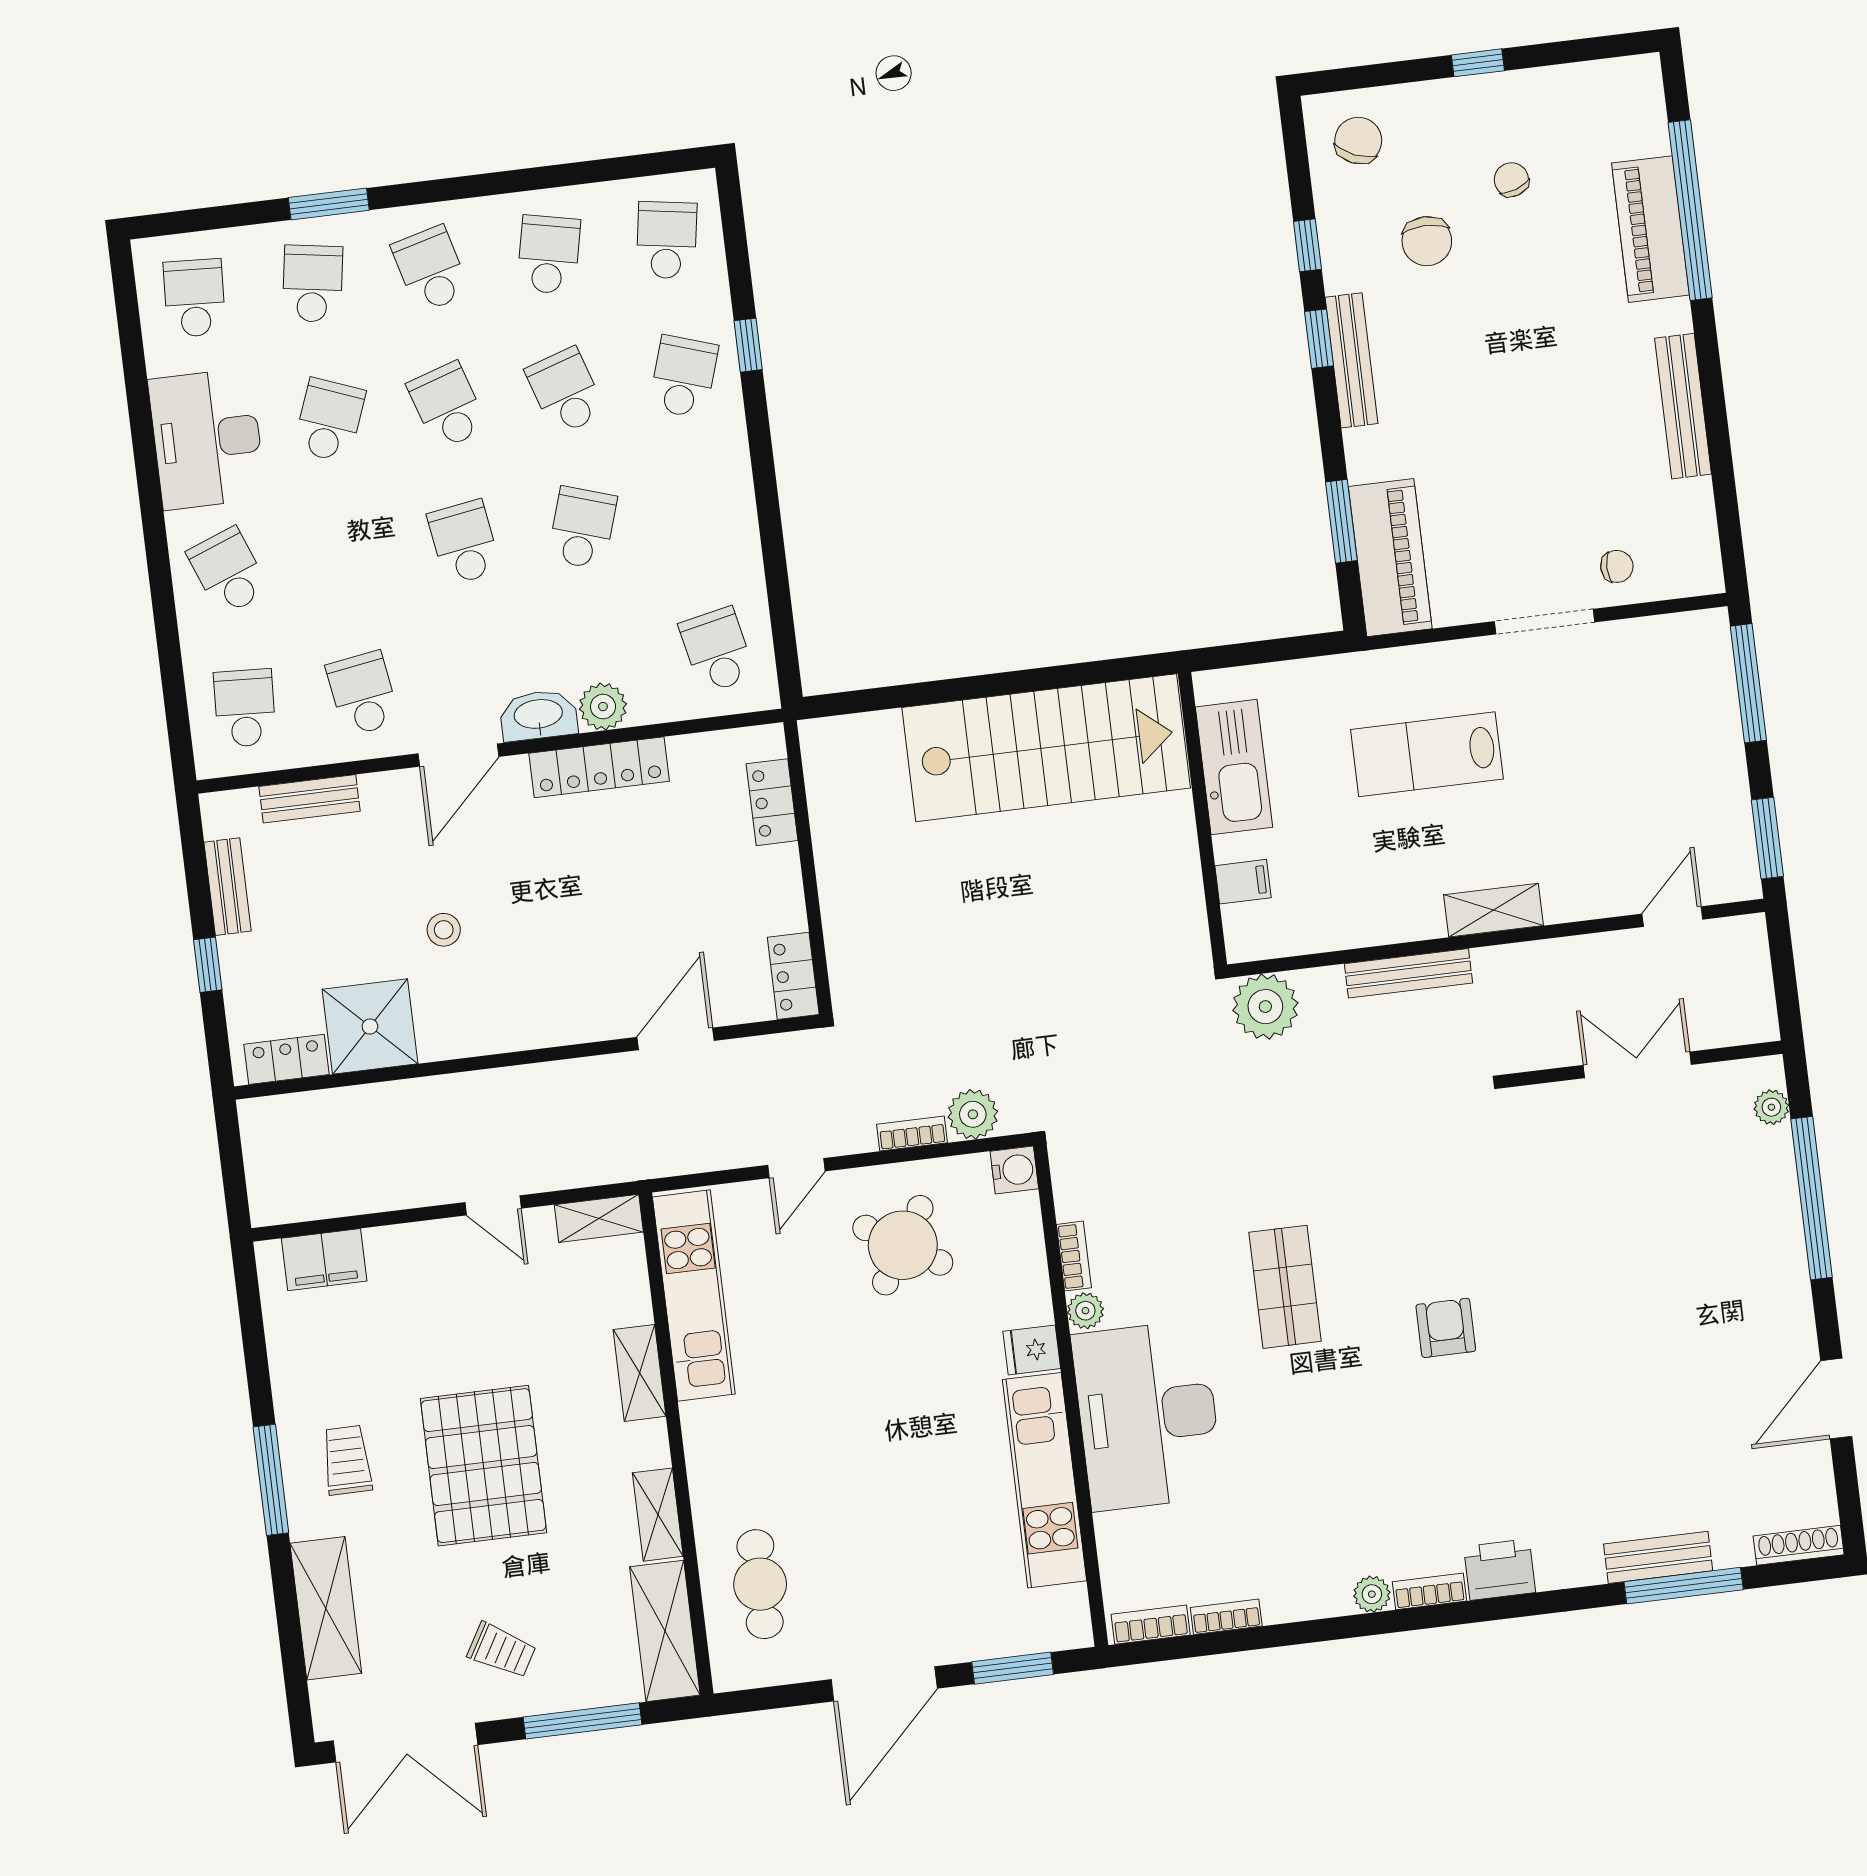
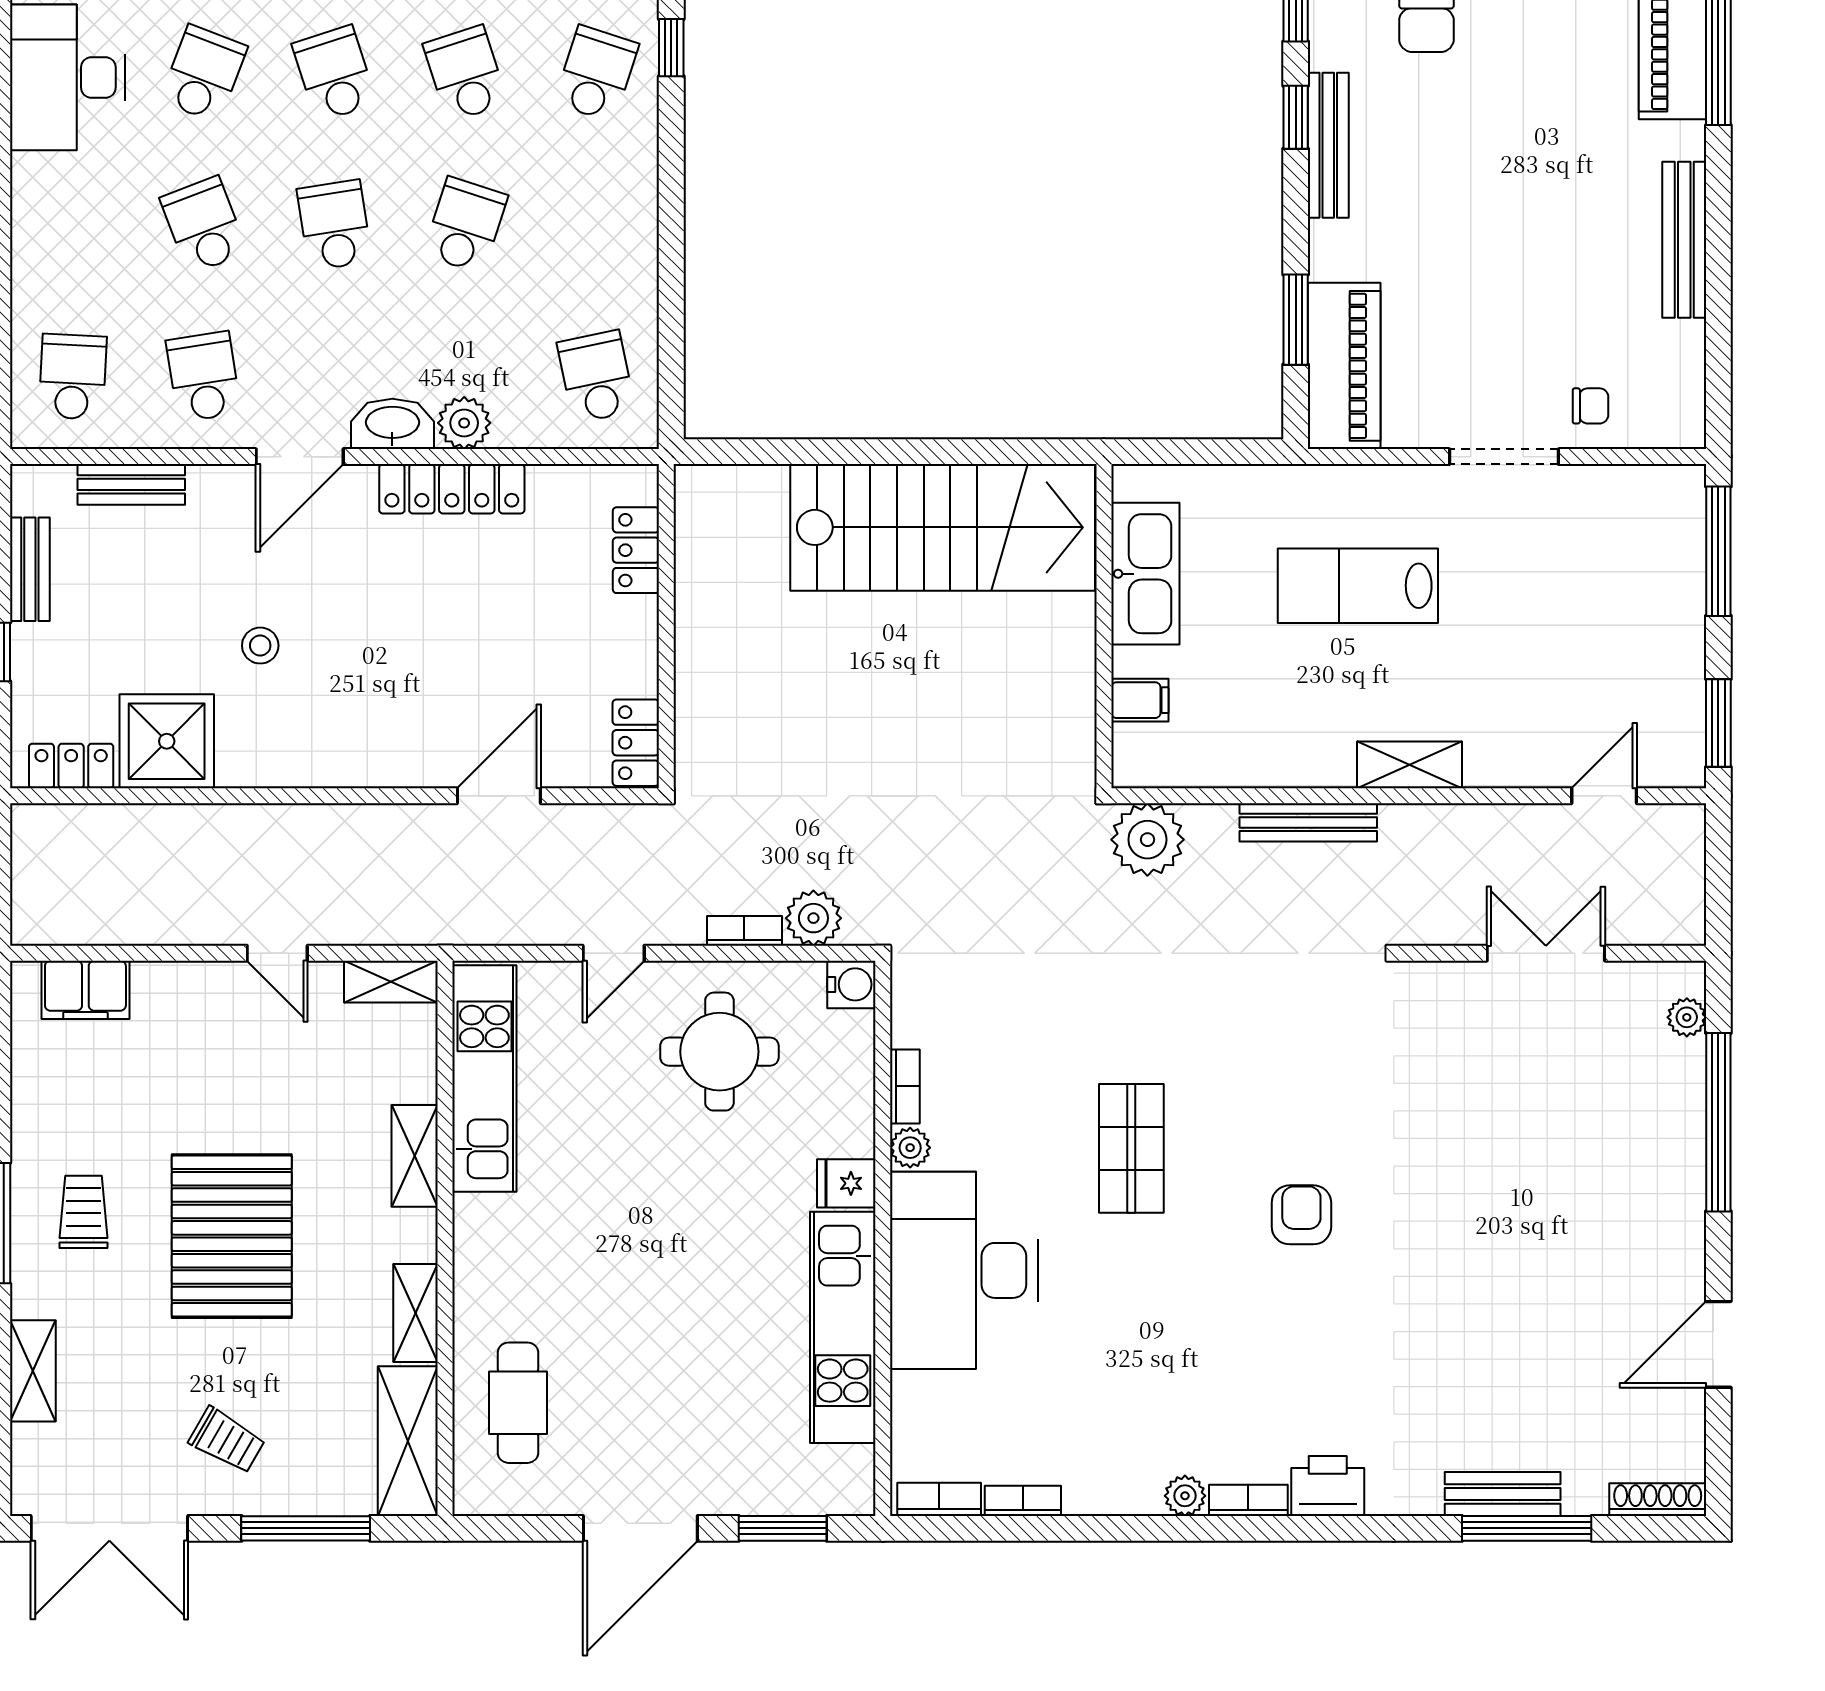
school desk: (228, 571) -> (204, 225), moved
round table: (903, 1245) -> (719, 1052), turned -32
shelving: (326, 1608) -> (33, 1371), width x0.67, depth x0.75

